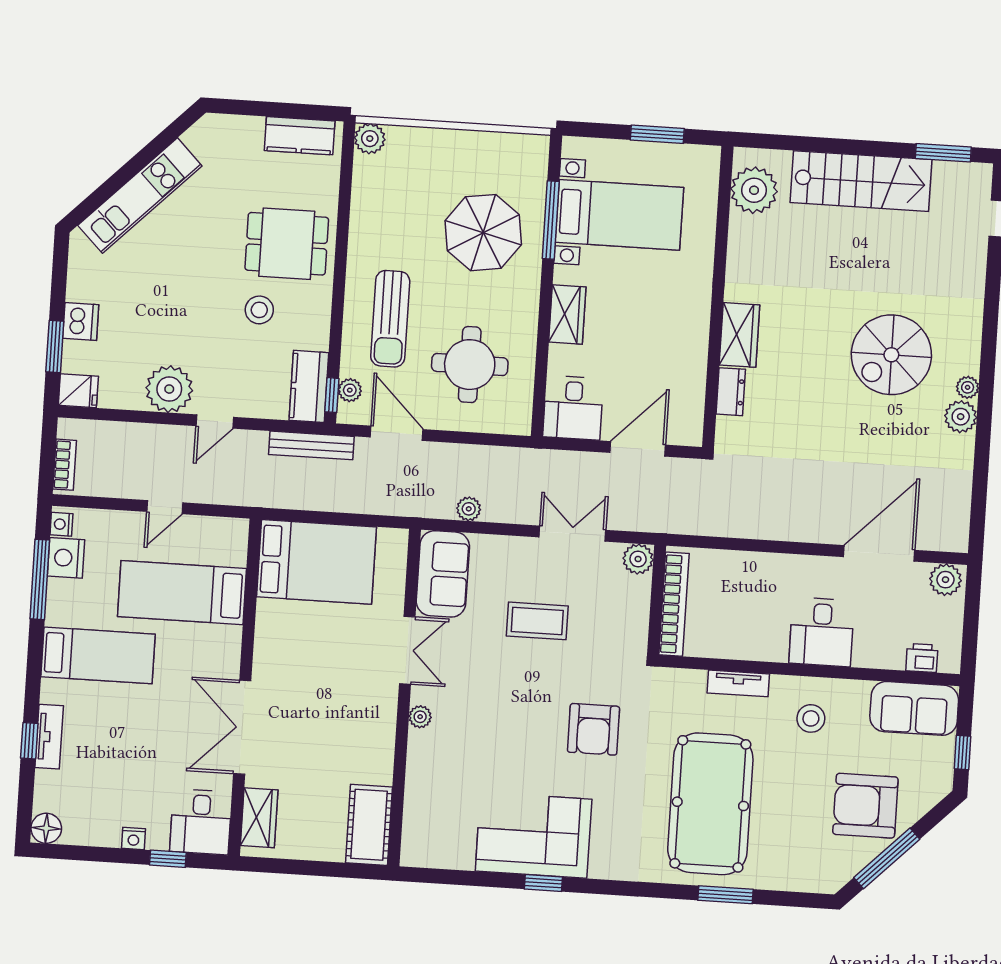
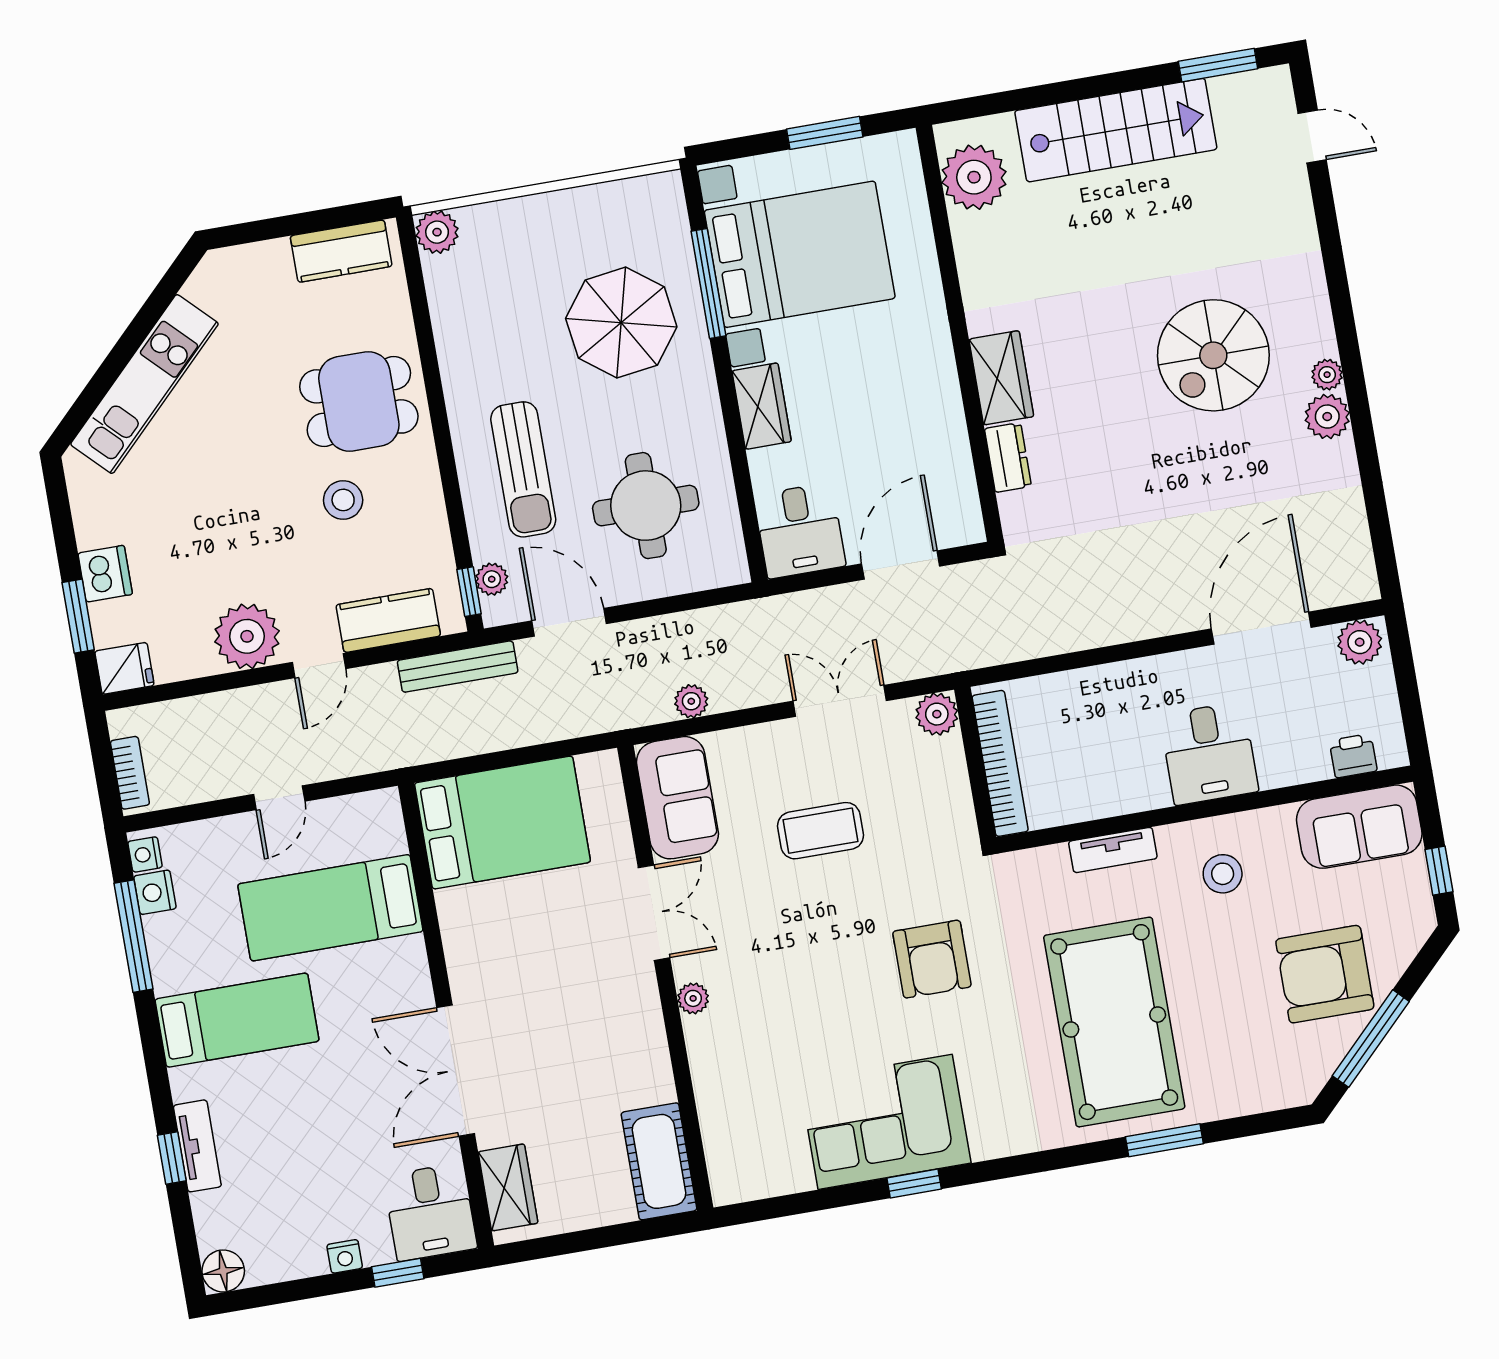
bed with nightstands: (619, 215) -> (800, 254), width x1.36
kitchen counter: (309, 386) -> (388, 620), moved, turned 90
nightstand: (66, 558) -> (155, 892), width x0.74, depth x0.75

